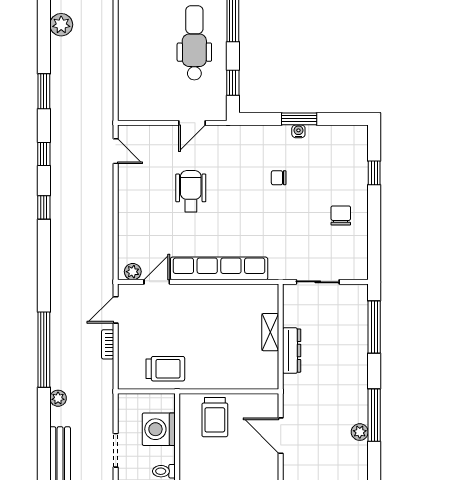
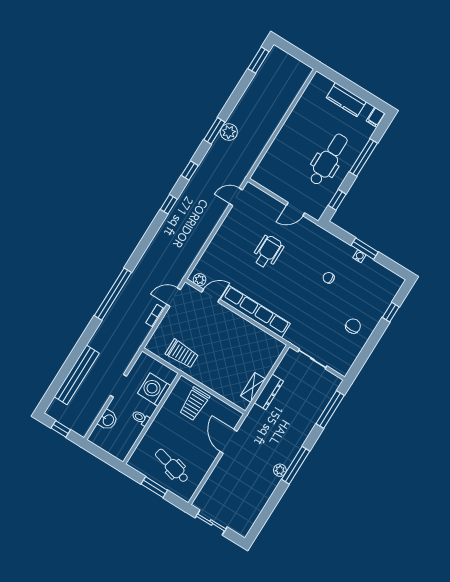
plant: (61, 25) -> (229, 132), moved
door: (116, 151) -> (236, 197), swing flipped
shelving: (270, 332) -> (253, 387), moved
plant: (58, 398) -> (103, 330), removed

